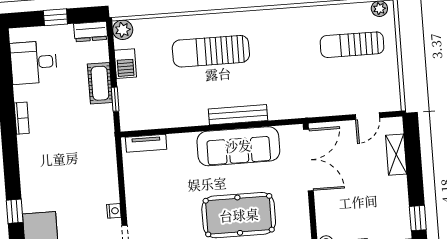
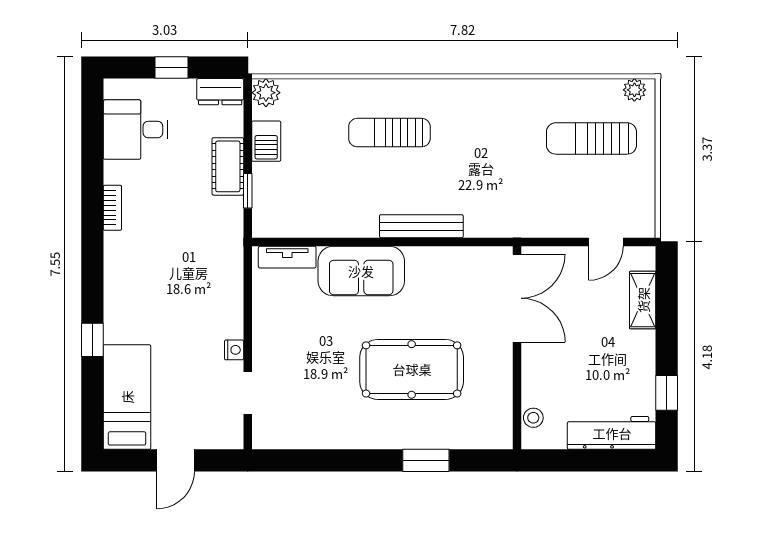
sun lounger: (211, 51) -> (389, 133), width x0.73, depth x0.75
sofa: (238, 146) -> (361, 271), moved, width x0.73

